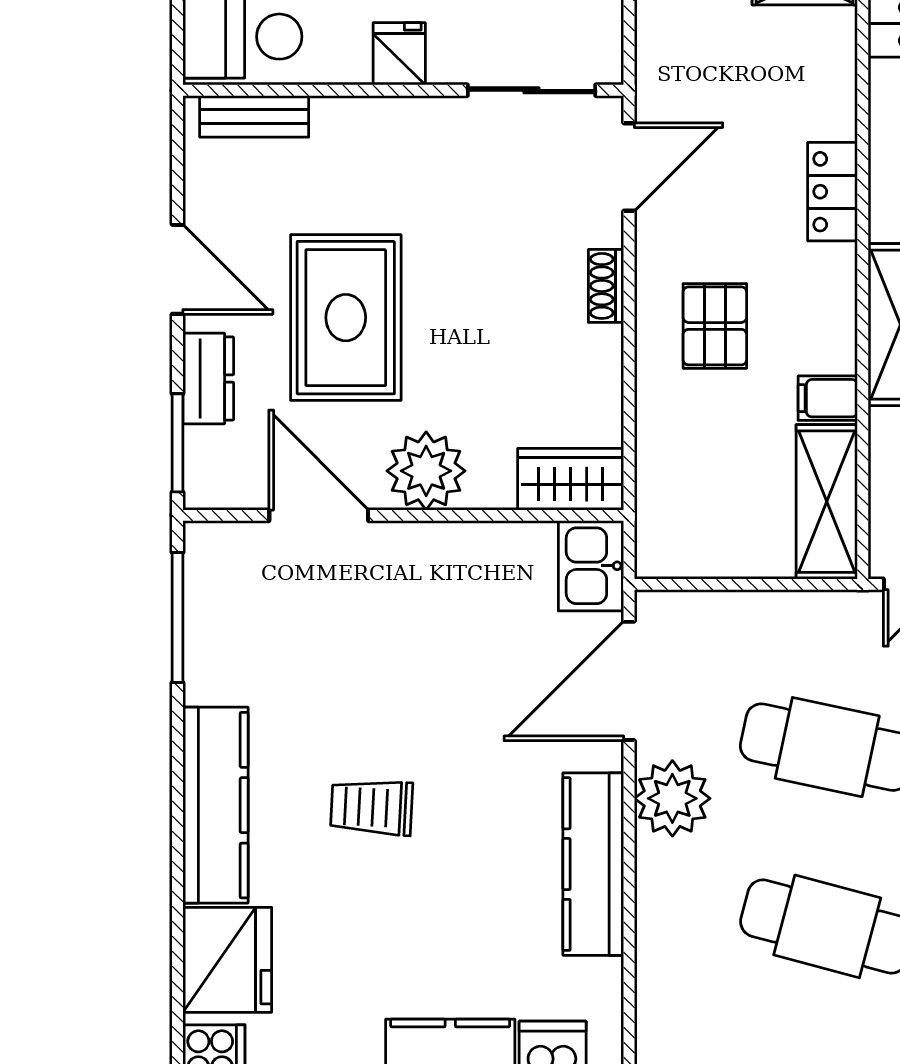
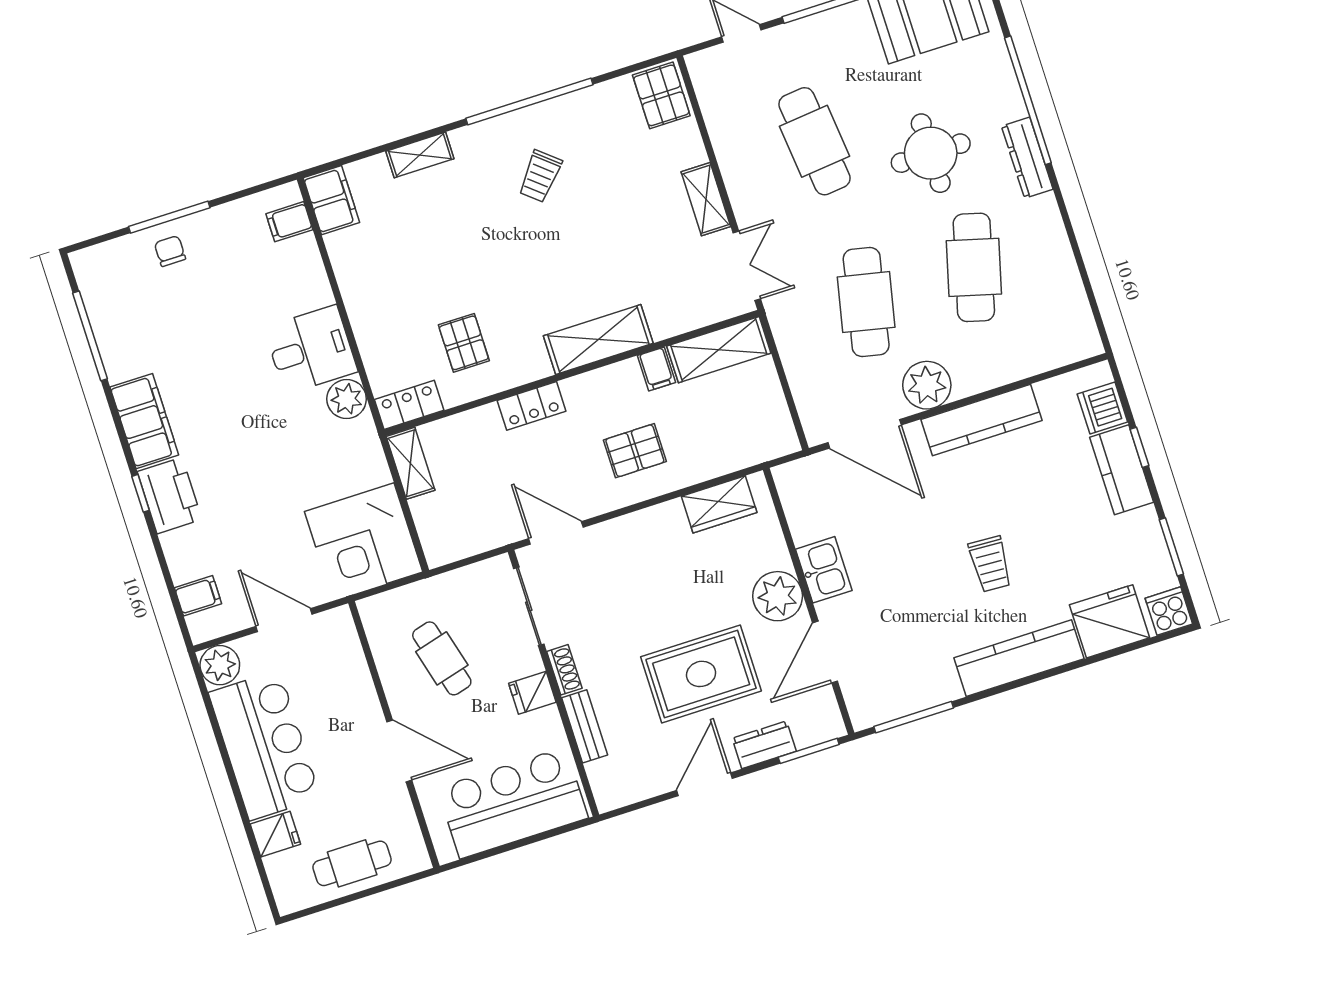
bench: (254, 116) -> (585, 726), moved
shoe rack: (606, 286) -> (564, 670), moved, turned -90
wardrobe: (571, 479) -> (719, 504), moved, turned -90
kitchen sink: (591, 566) -> (824, 570), moved, turned -90

